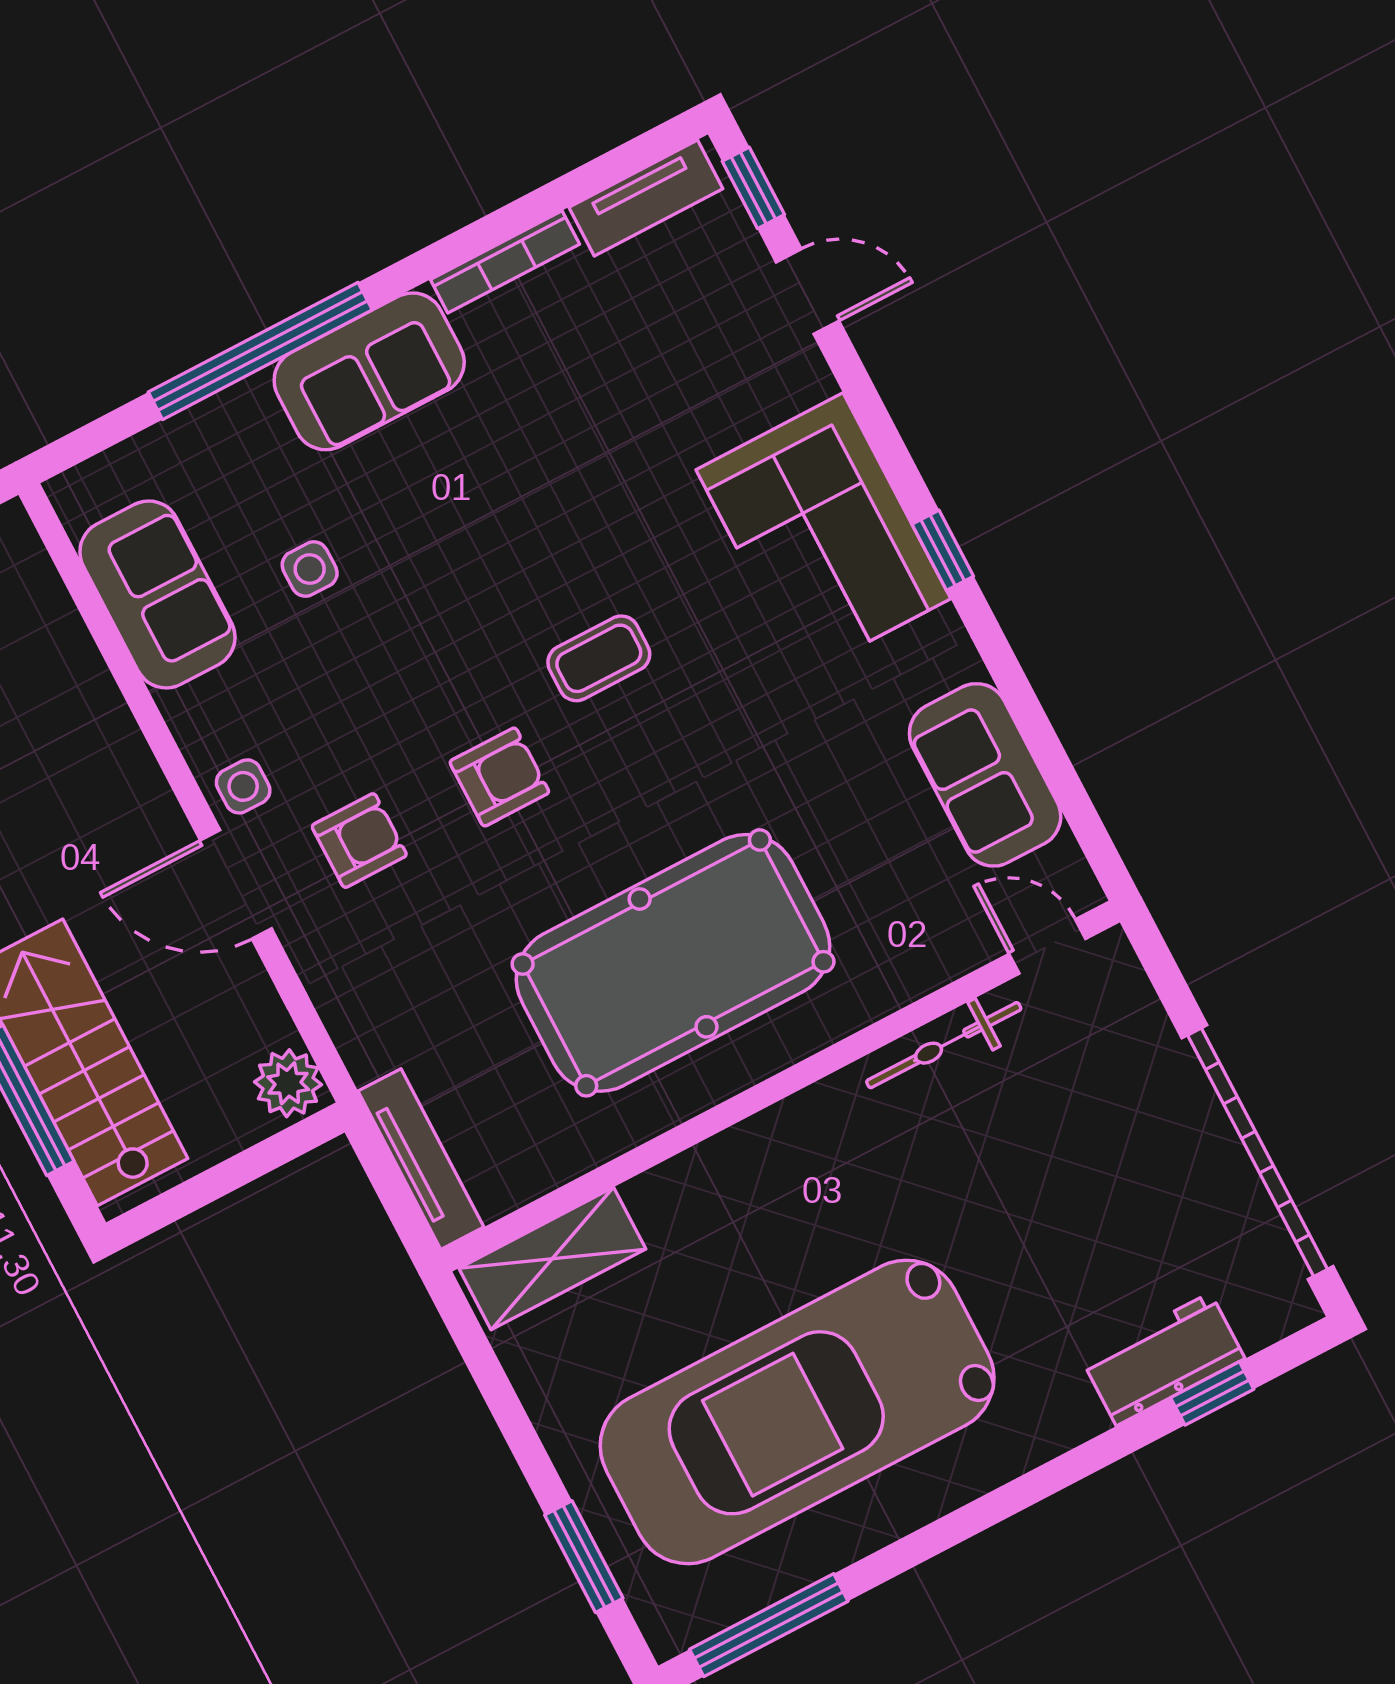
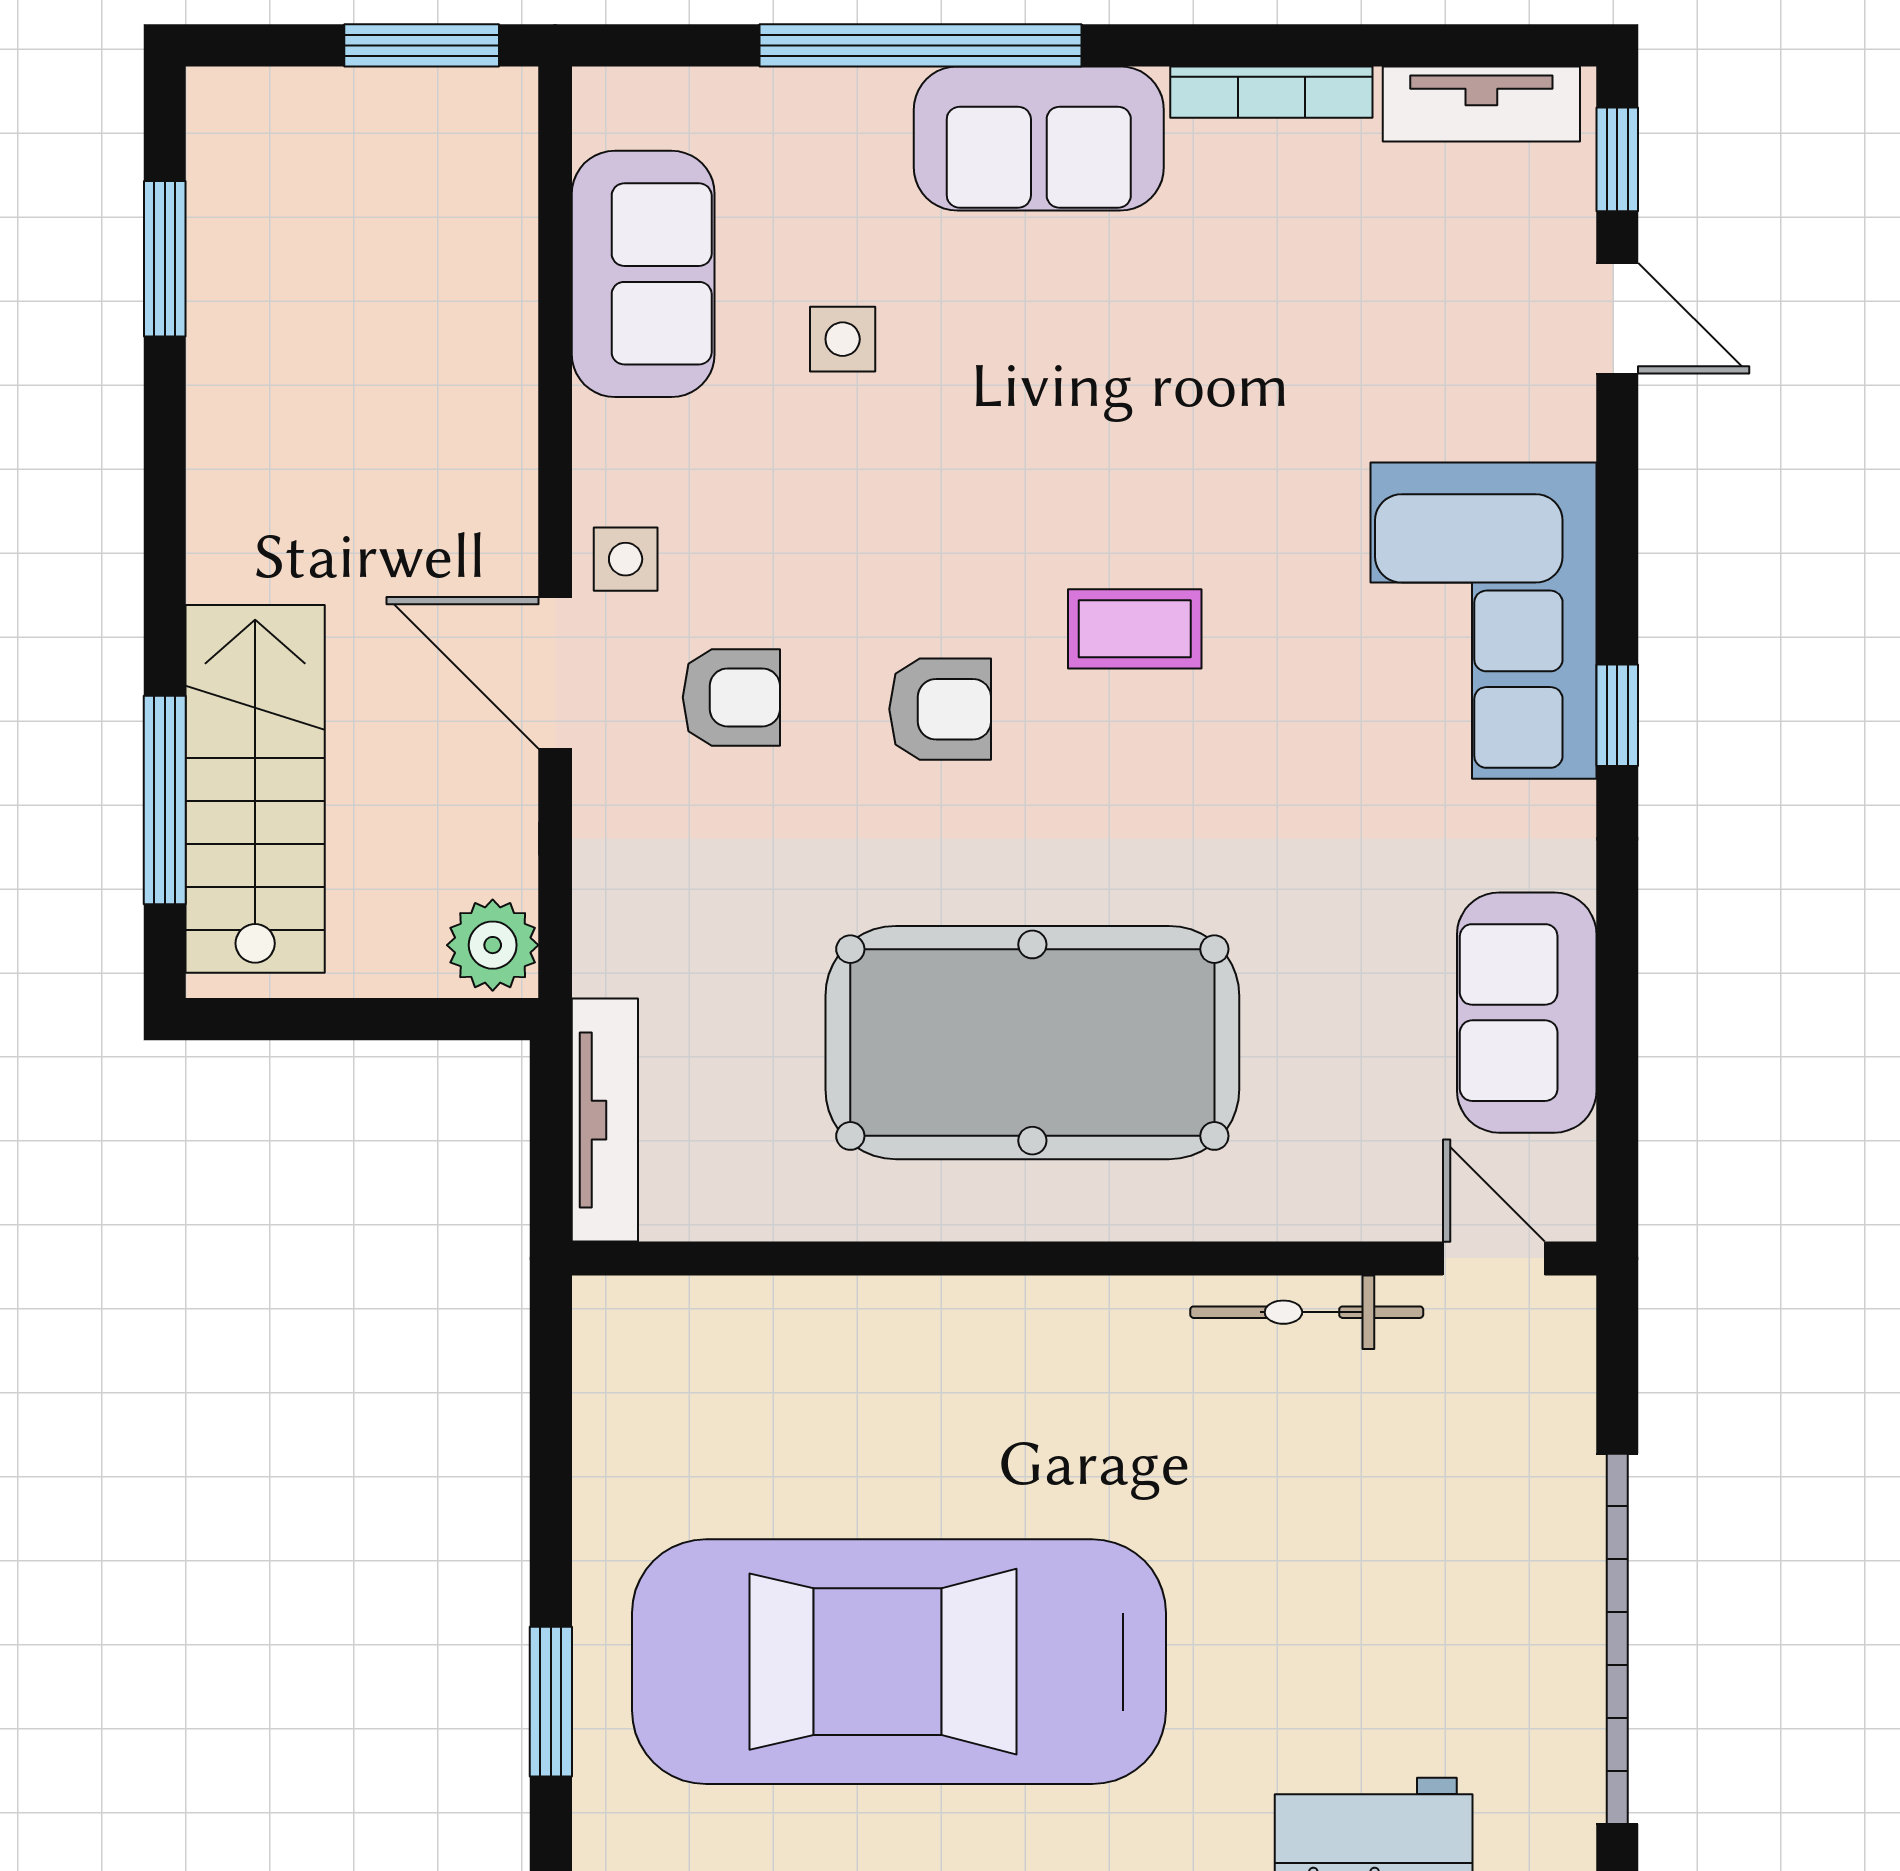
shelving: (552, 1259) -> (701, 1323), removed

